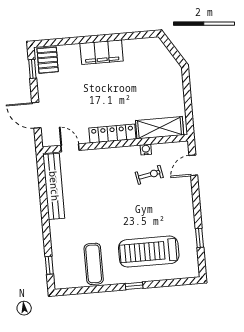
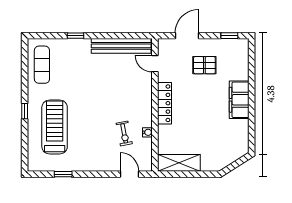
pallet: (48, 60) -> (204, 65), moved
shelving: (160, 128) -> (179, 163), moved, turned 90
door: (70, 148) -> (155, 64), swing flipped
exercise mat: (94, 264) -> (42, 65), moved, turned 90
window: (49, 265) -> (76, 36), moved

